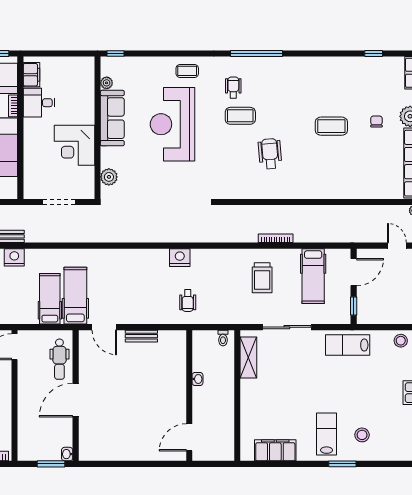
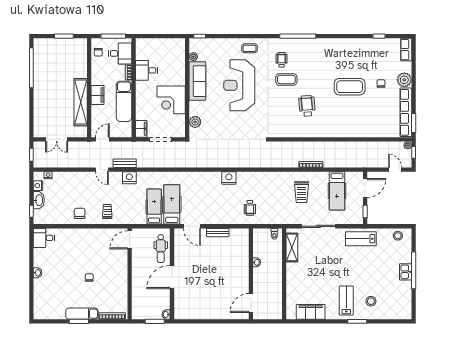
filing cabinet: (31, 75) -> (141, 129), moved
coffee table: (331, 126) -> (350, 87), width x1.36, depth x1.32
nightstand: (180, 258) -> (229, 178), moved

